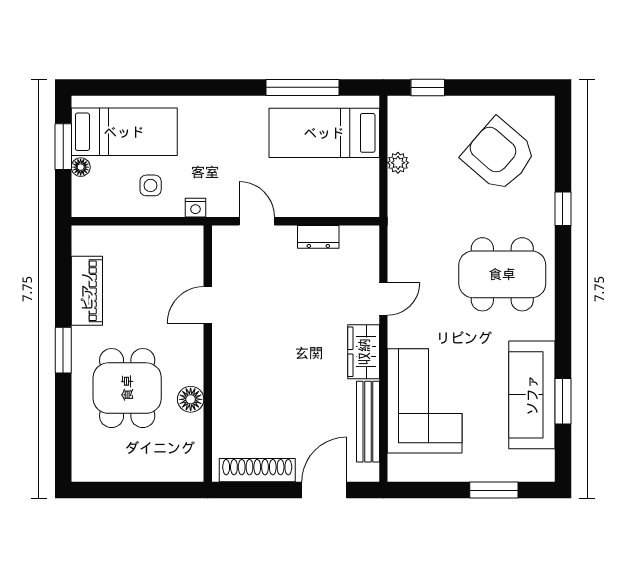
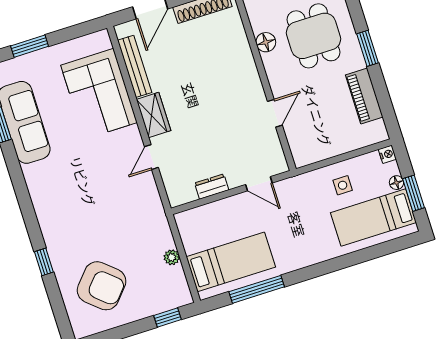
nightstand: (195, 208) -> (387, 154), moved, turned 90
dining table: (502, 274) -> (72, 201), removed

